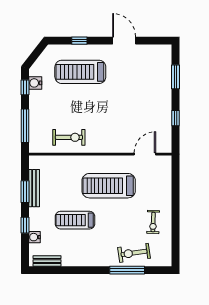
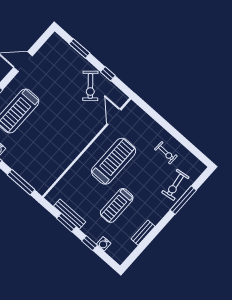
exercise bike: (69, 137) -> (90, 86), moved, turned 139
treadmill: (109, 186) -> (114, 161), turned 180
bench: (47, 261) -> (143, 233), moved

